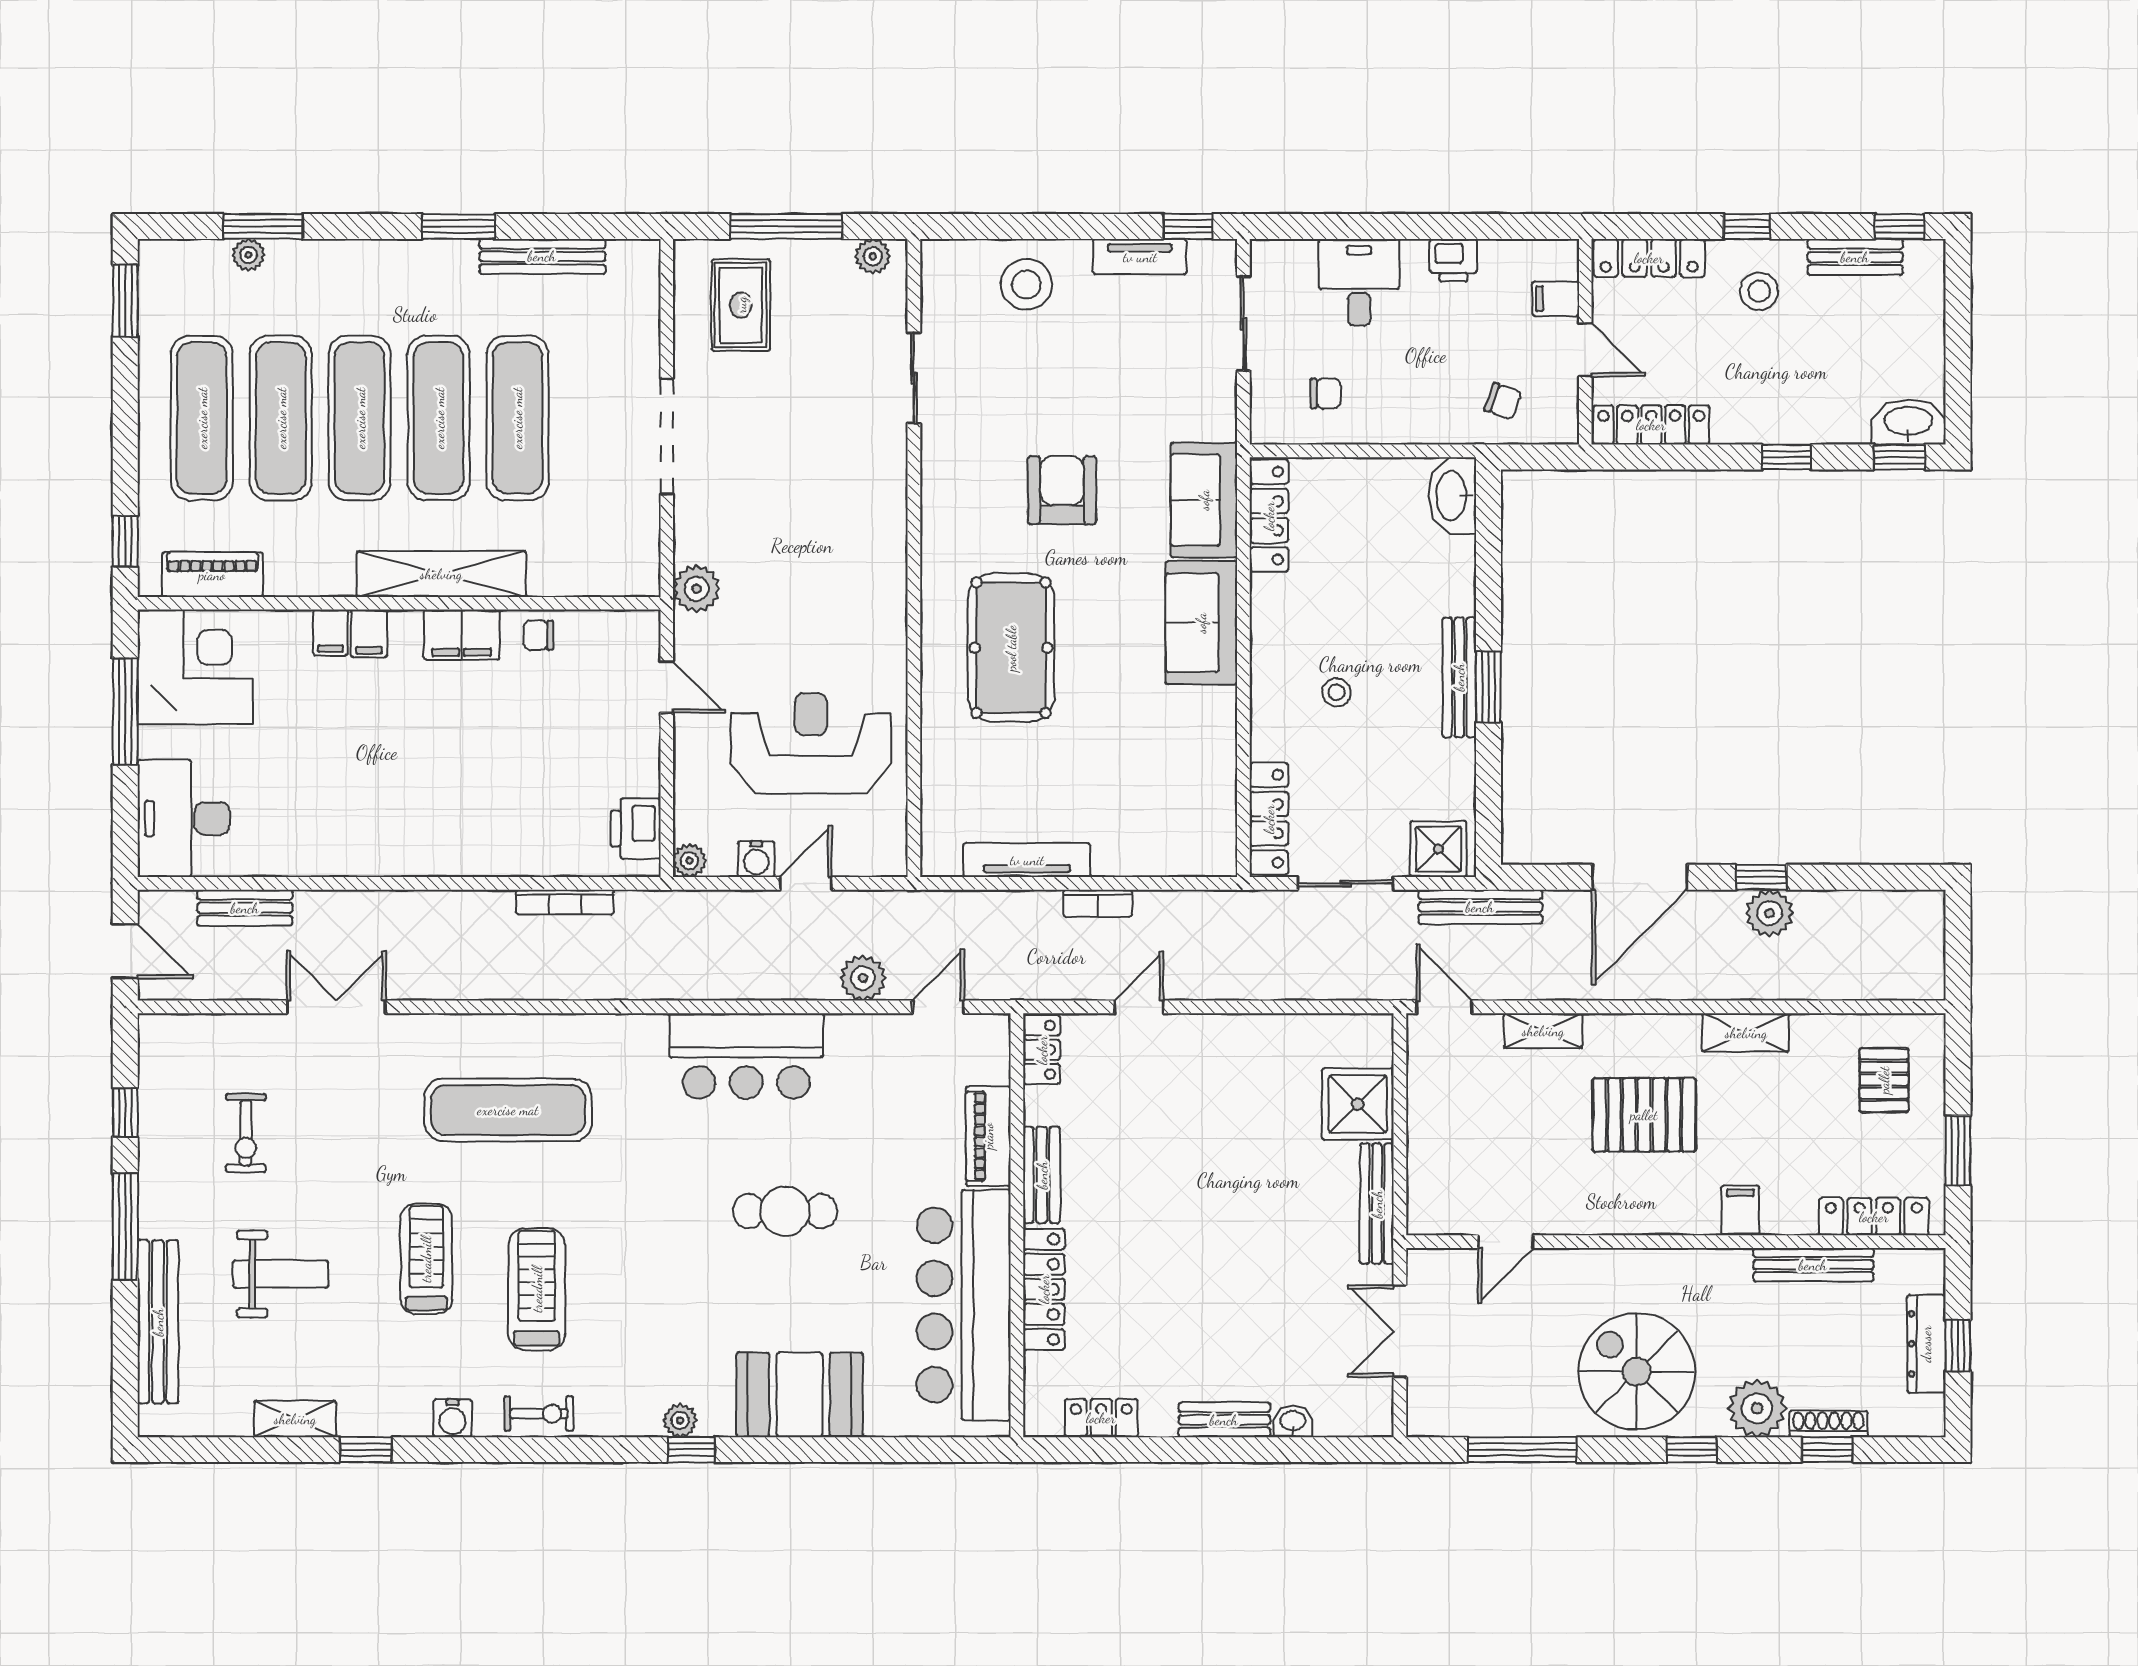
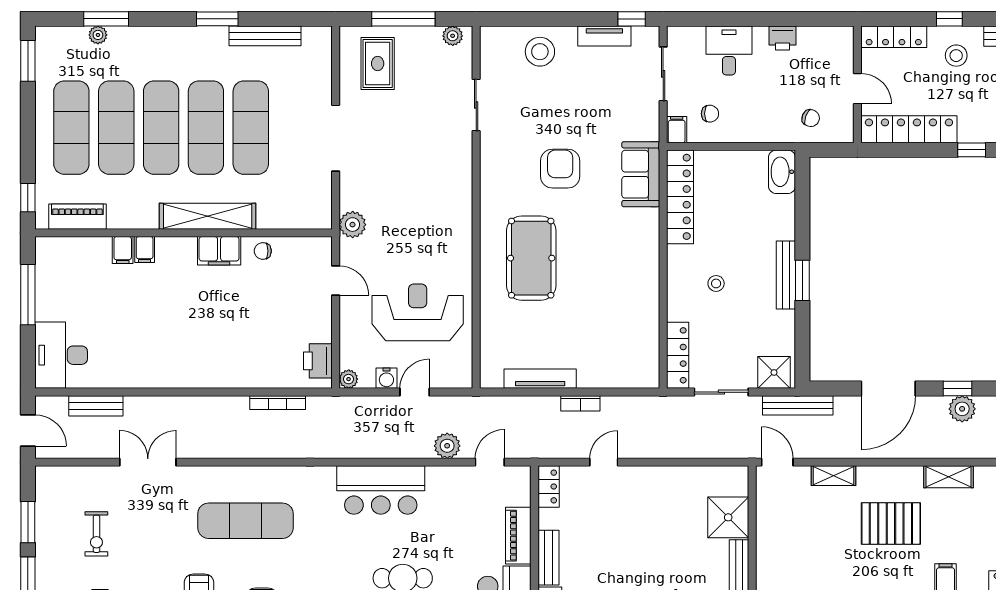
filing cabinet: (1556, 299) -> (677, 130), moved, turned 90
locker: (1651, 425) -> (909, 129), width x1.41, depth x1.21
locker: (1269, 516) -> (680, 197), width x1.41, depth x1.21
sofa: (1201, 623) -> (639, 244), removed
filing cabinet: (369, 633) -> (123, 250), moved
corner desk: (195, 667) -> (68, 269), removed
window: (125, 1112) -> (28, 522), width x1.50

